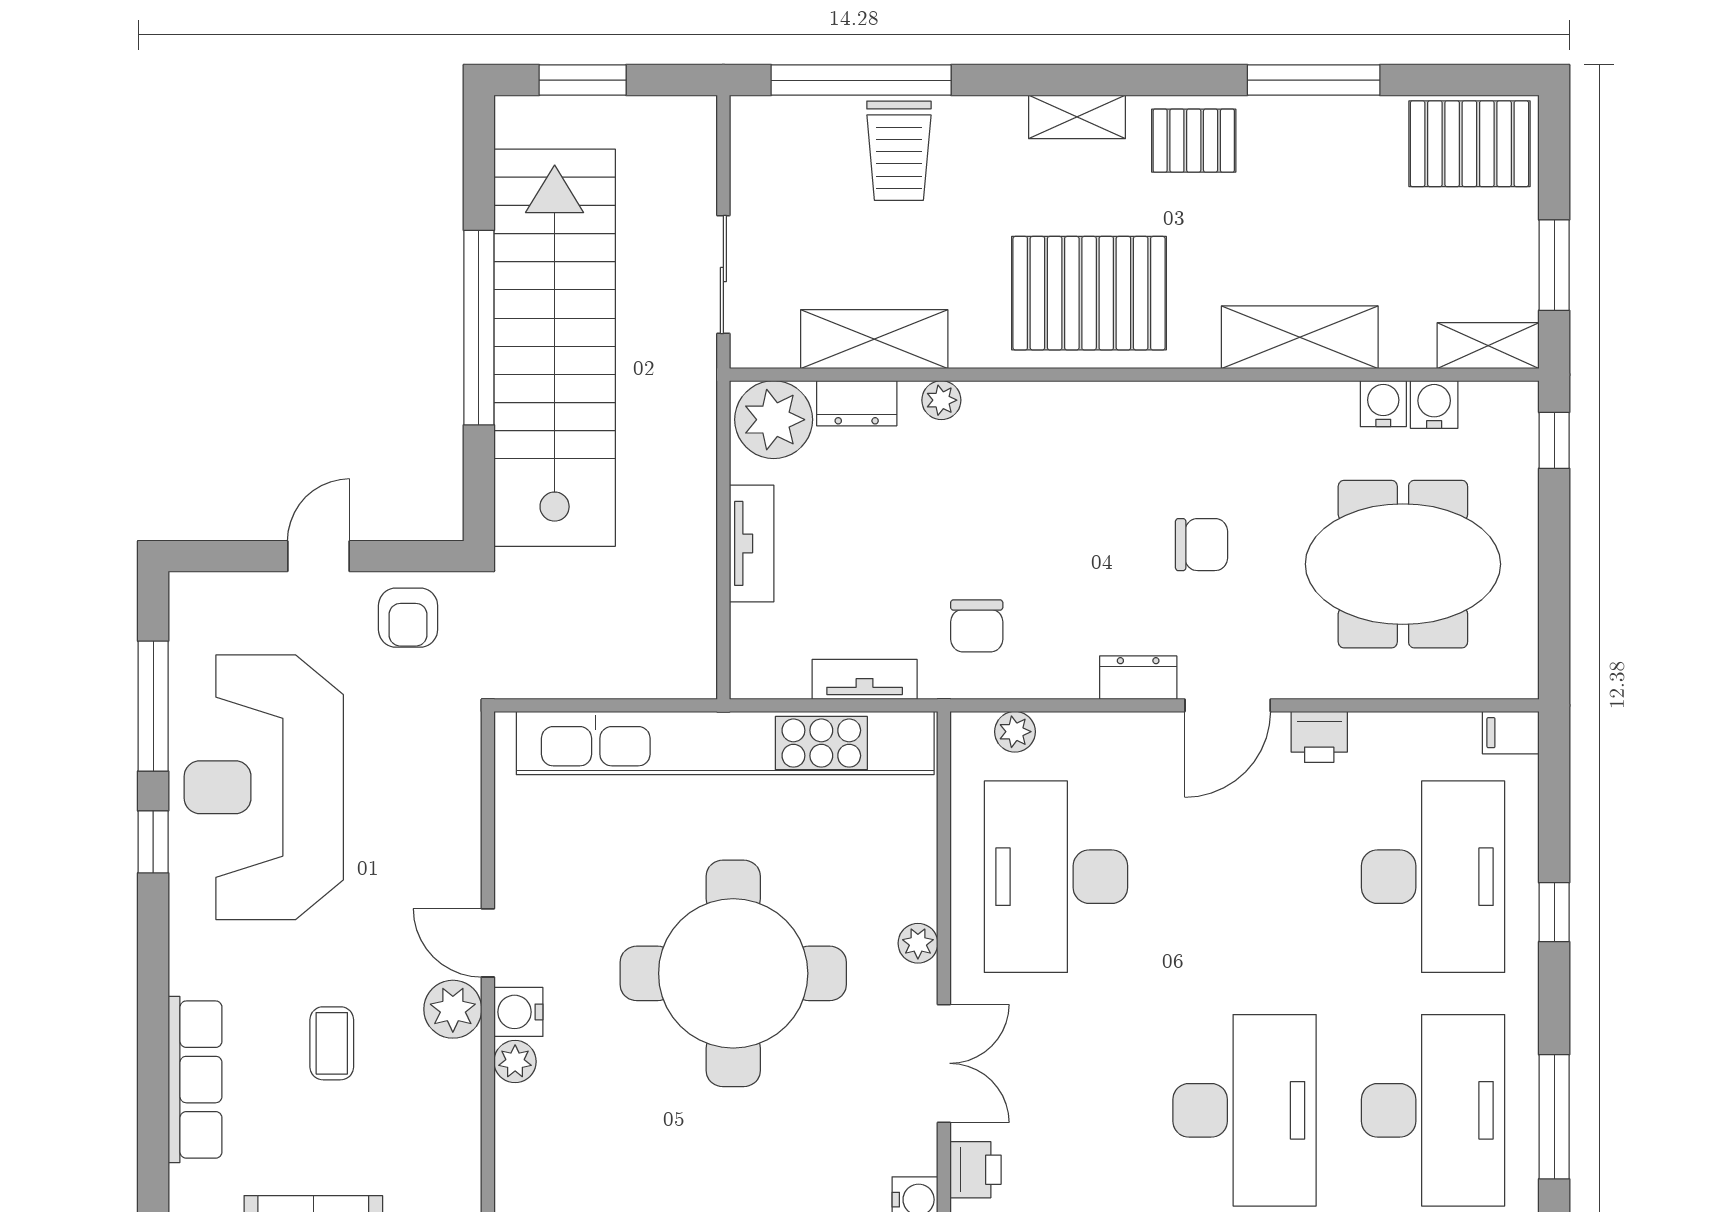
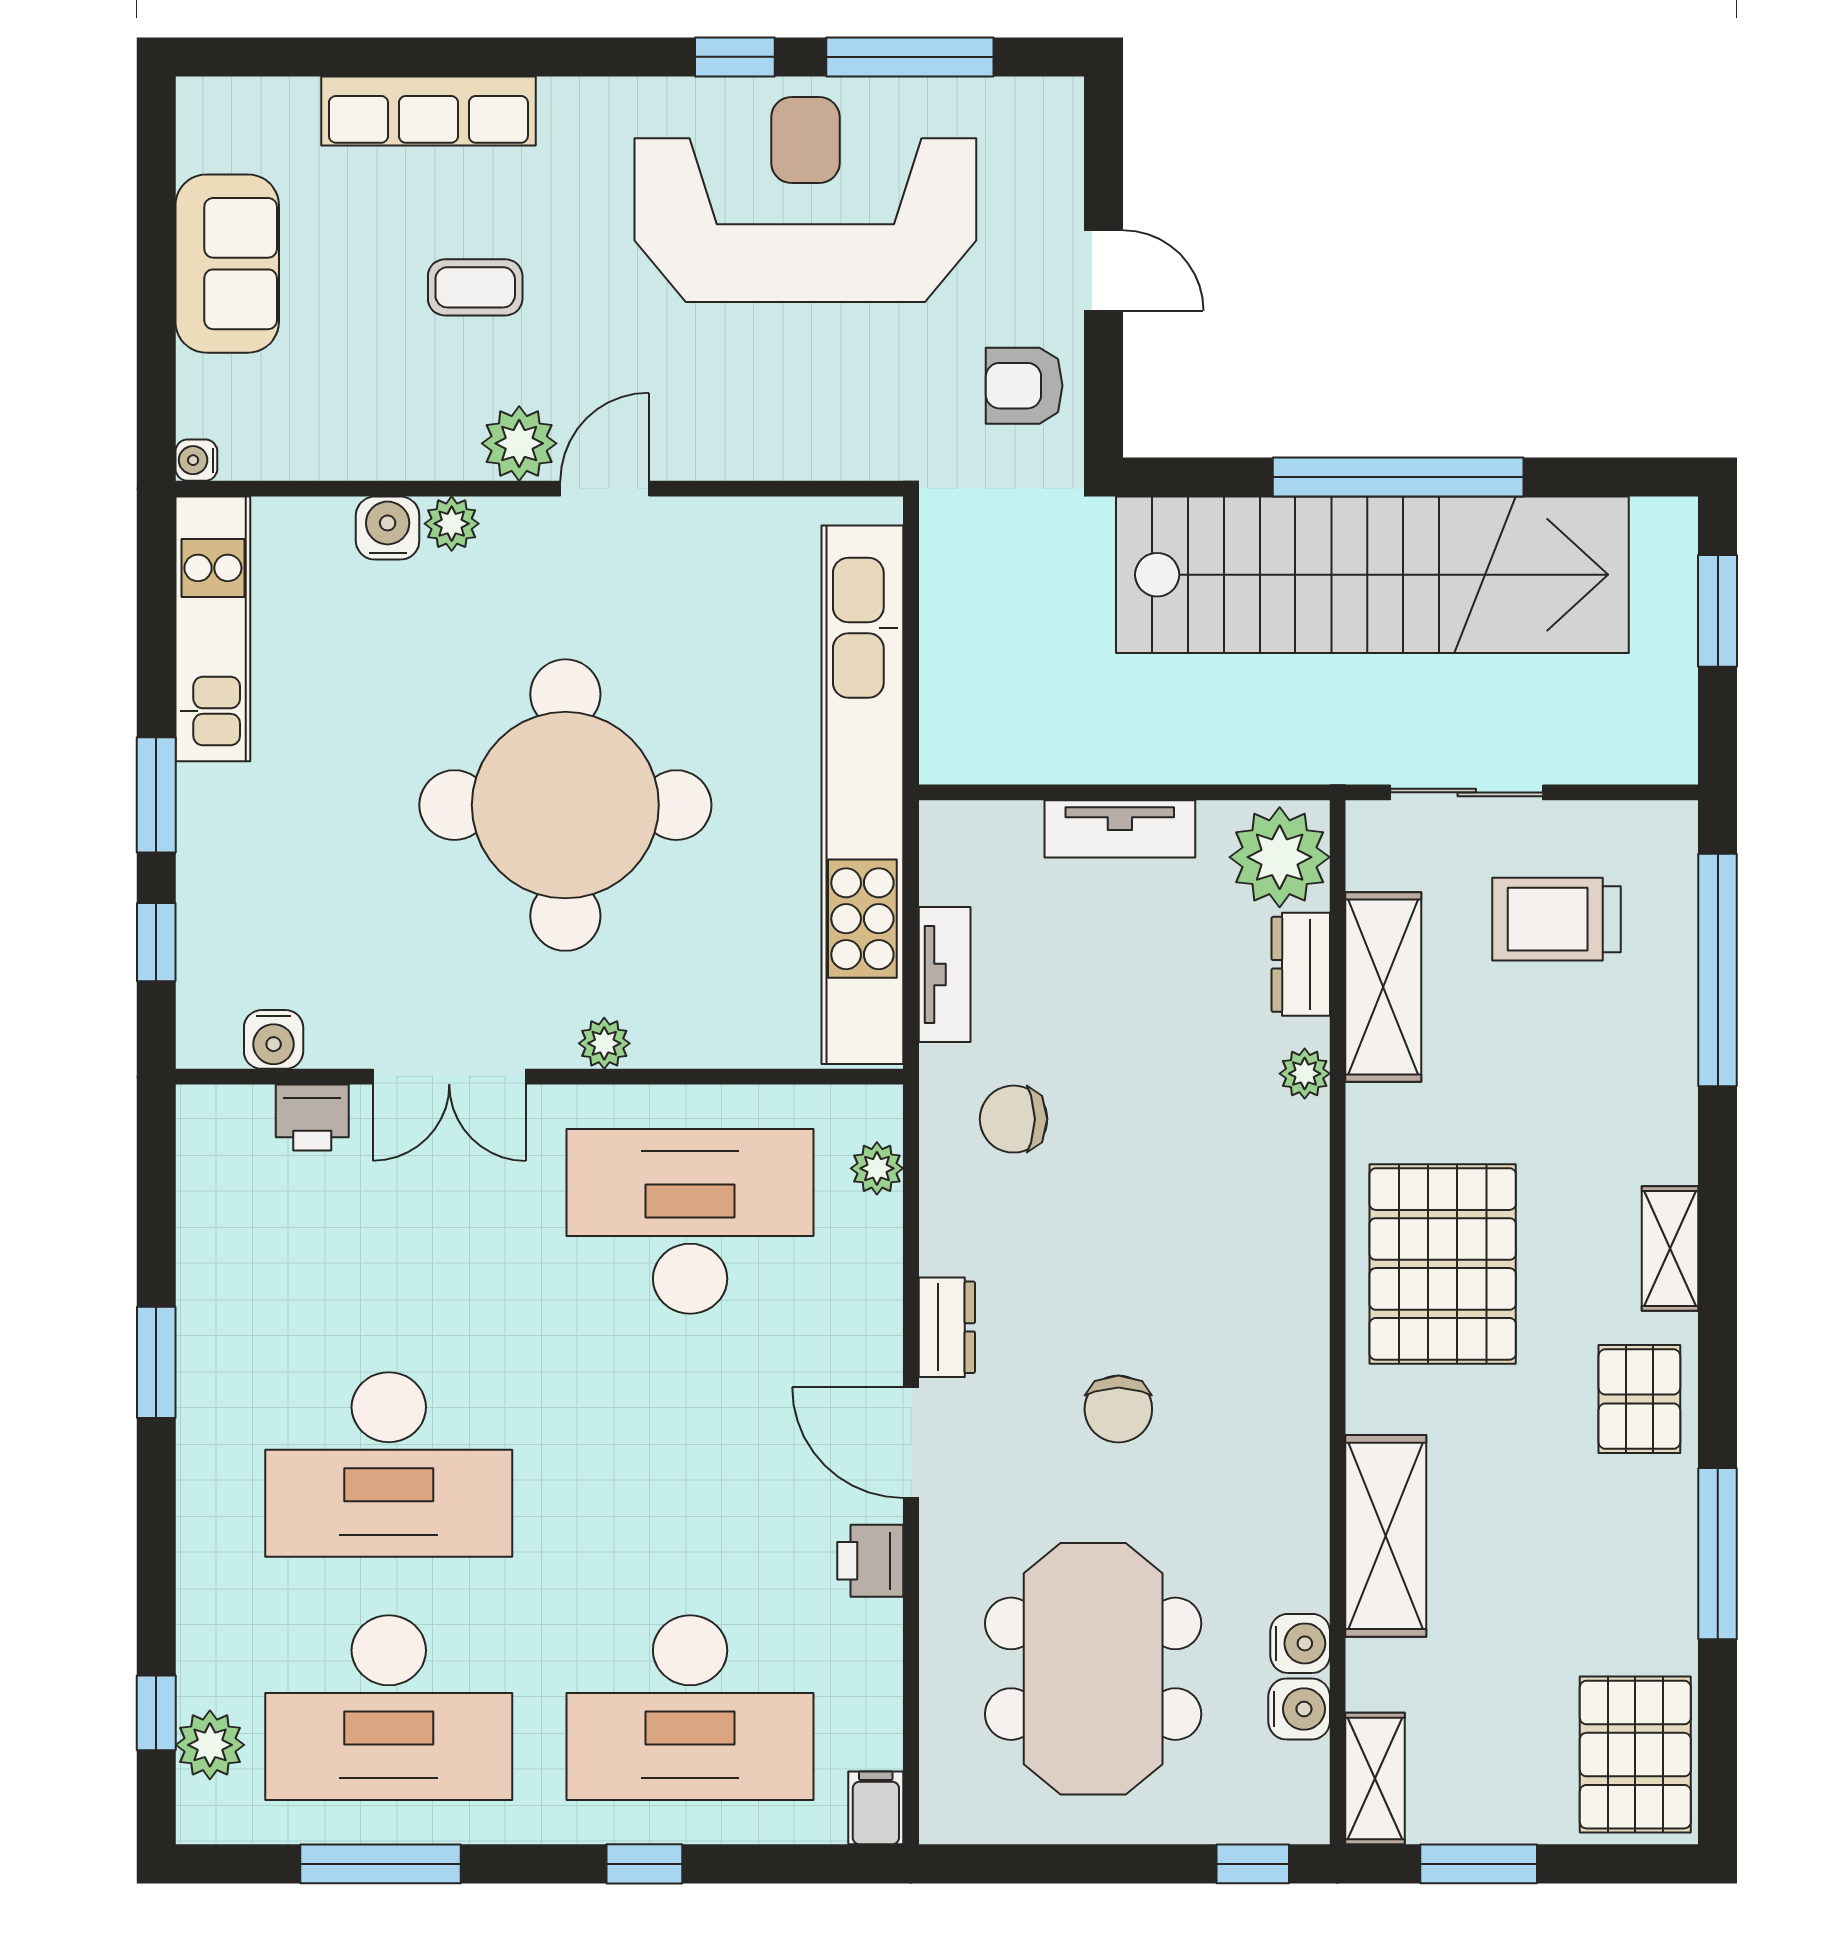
trolley: (899, 151) -> (1557, 919), moved
water cooler: (518, 1012) -> (388, 528), moved

